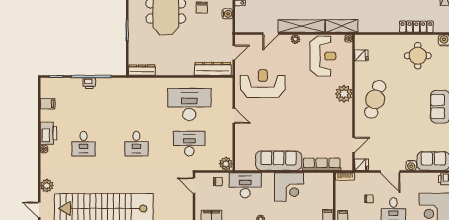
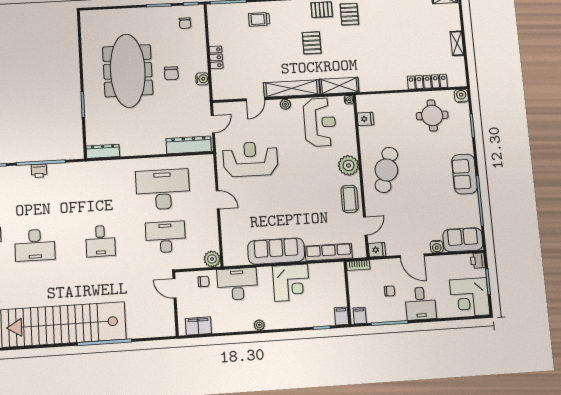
coffee table: (342, 122) -> (350, 199), added
desk: (84, 144) -> (35, 245), width x1.37

